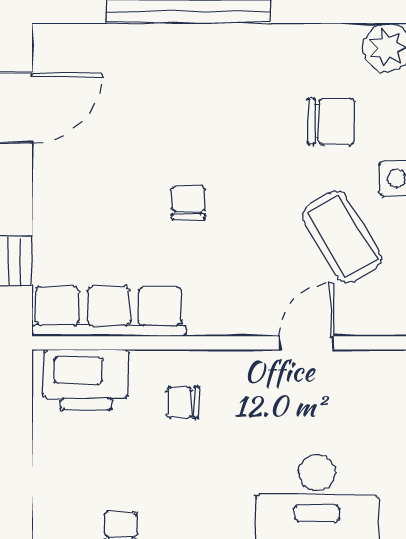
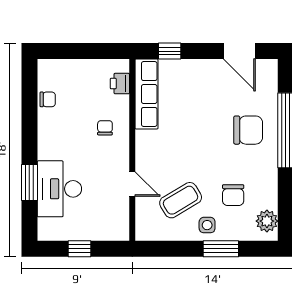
chair: (188, 203) -> (248, 130), moved, width x1.87, depth x1.87
printer: (86, 380) -> (120, 84), width x0.53, depth x0.68

